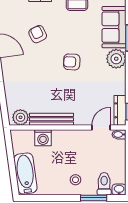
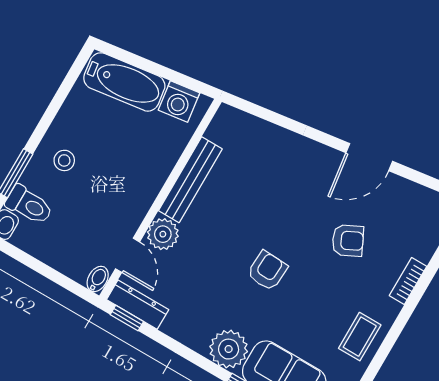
plant: (20, 117) -> (163, 234), moved
washing machine: (43, 138) -> (179, 102), moved, turned -98

